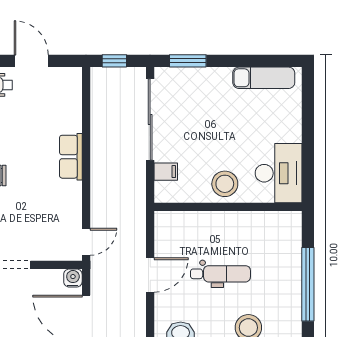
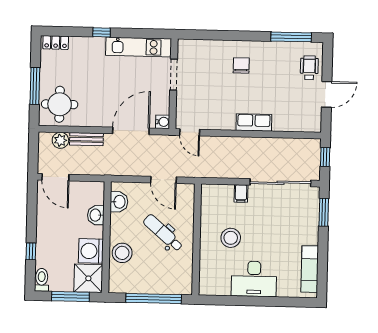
desk: (279, 173) -> (254, 279), moved
wall: (228, 207) -> (197, 239), moved
dental chair: (220, 274) -> (163, 233), turned 131

